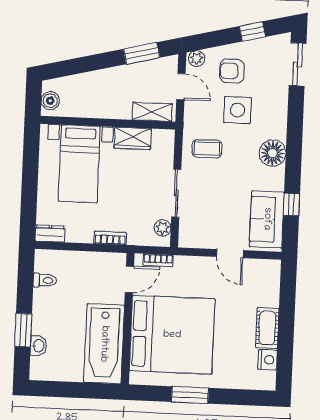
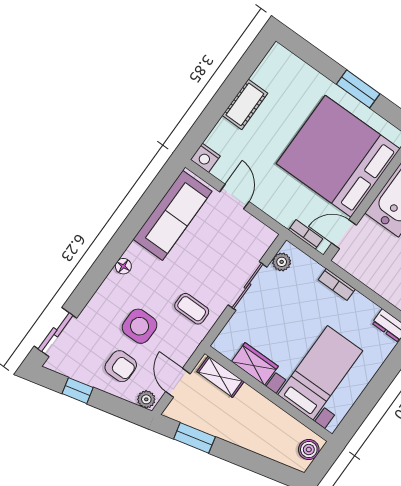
floor lamp: (273, 153) -> (123, 266), width x0.53, depth x0.53
window: (291, 204) -> (147, 205), removed
sofa: (267, 219) -> (172, 215), width x1.36
nightstand: (268, 360) -> (205, 158), moved, turned -90

